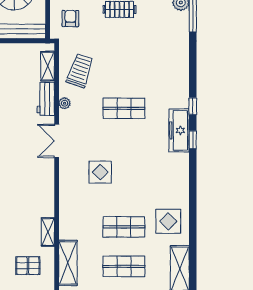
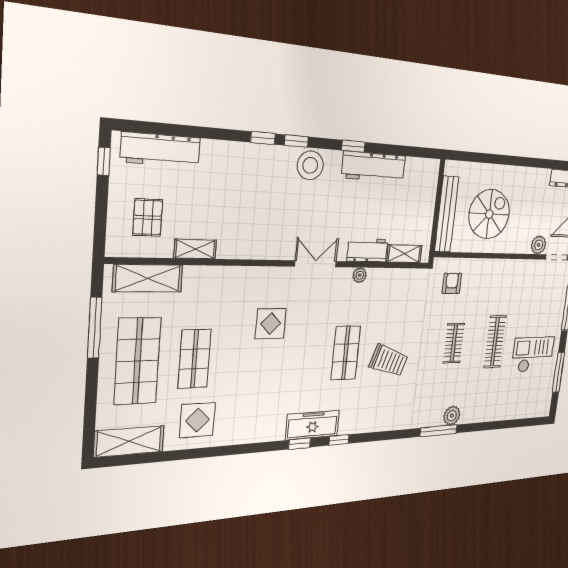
armchair: (70, 19) -> (452, 283), turned -90
trolley: (80, 71) -> (389, 361), moved
shop shelf: (124, 266) -> (138, 361), width x1.43, depth x1.36

